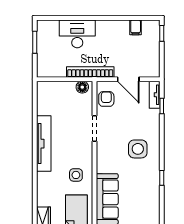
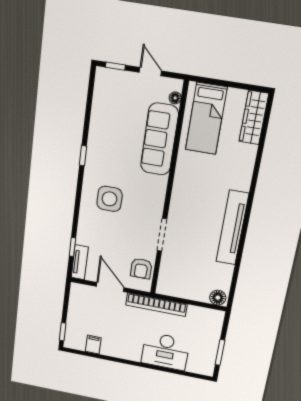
floor lamp: (82, 87) -> (218, 298), moved
side table: (76, 175) -> (196, 179), removed

